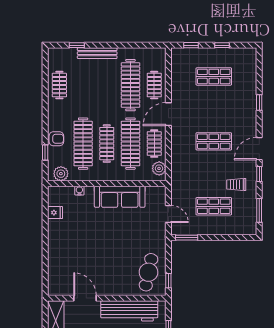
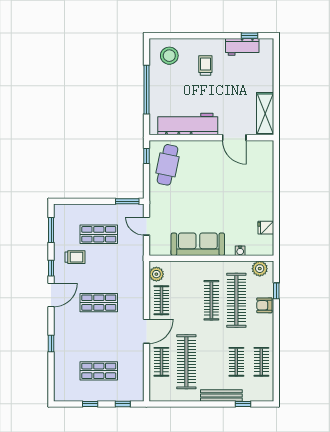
clothes rail: (130, 144) -> (236, 362), moved, width x0.54, depth x0.76

